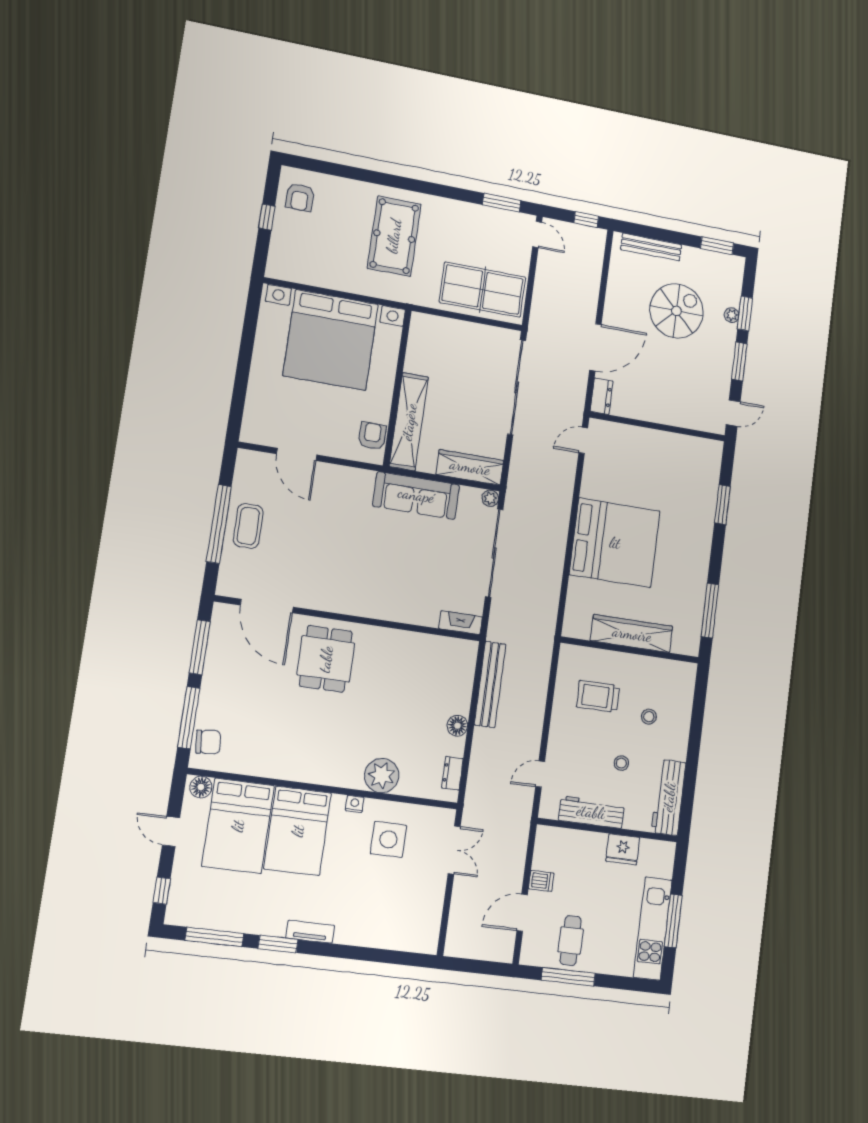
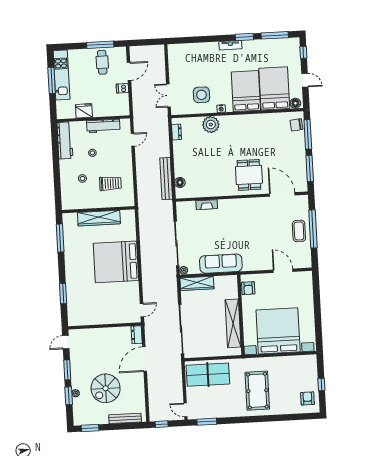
shelving: (409, 422) -> (233, 323), moved
fireplace: (461, 623) -> (207, 205), moved
floor lamp: (457, 726) -> (180, 182), moved

